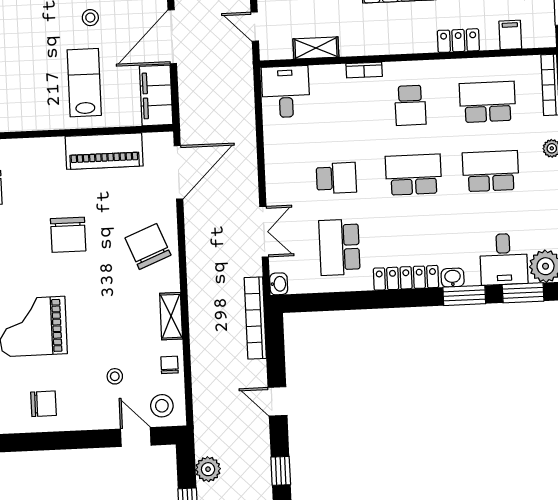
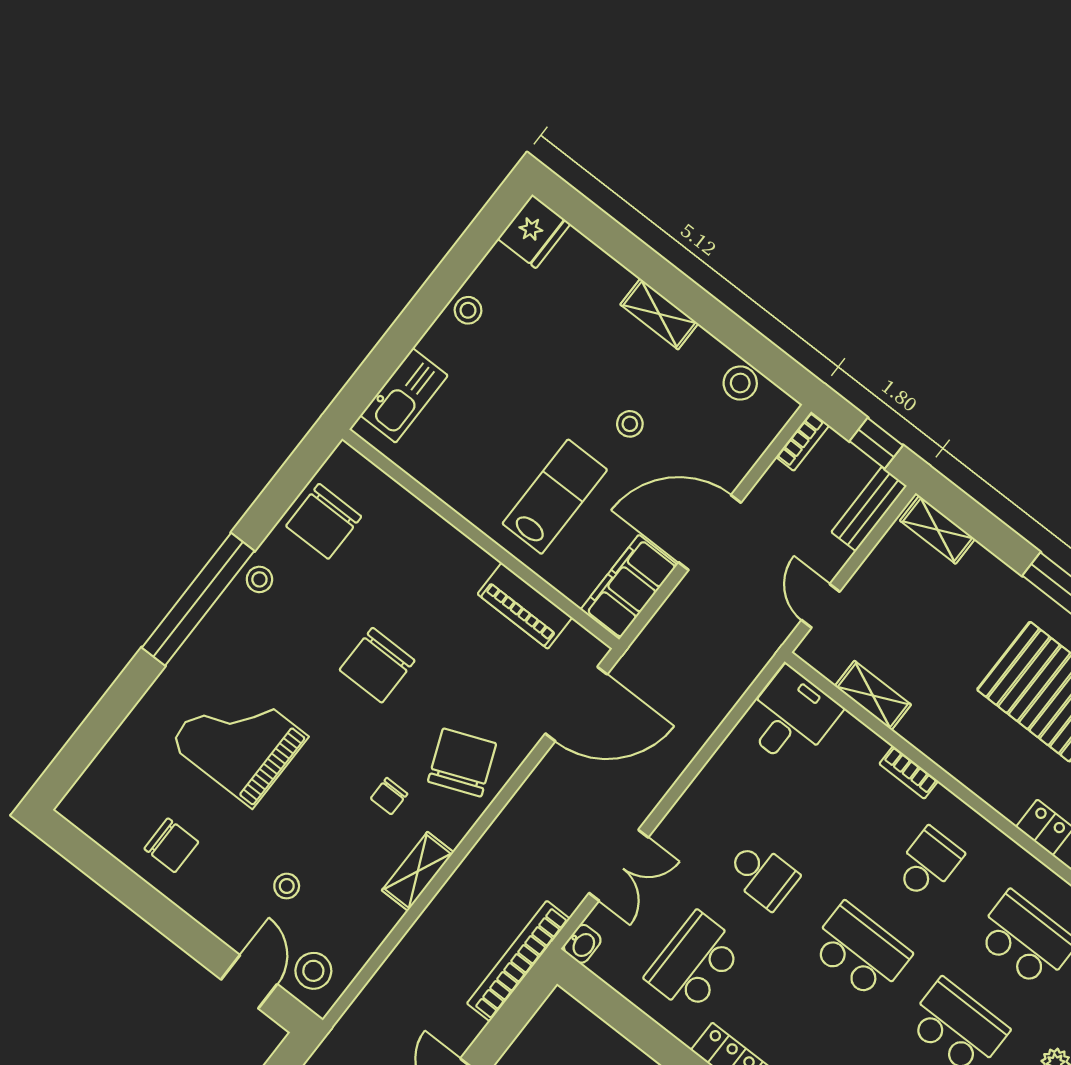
school desk: (410, 105) -> (928, 863), turned 180
piano: (104, 151) -> (525, 606), width x0.73, depth x0.75
chair: (170, 365) -> (389, 796), moved, turned 180

